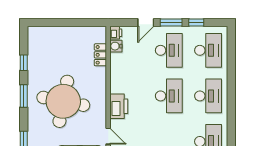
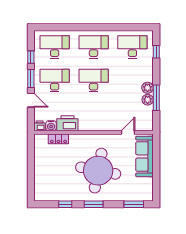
printer: (119, 106) -> (67, 123), moved

